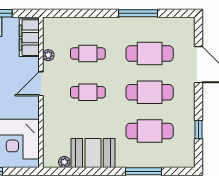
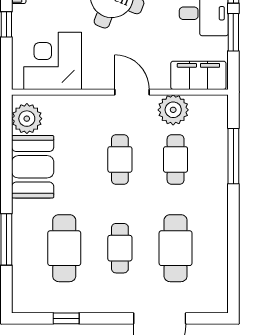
window: (138, 13) -> (233, 156), moved
plant: (48, 55) -> (173, 110), width x1.88, depth x1.88
cafe table: (150, 92) -> (120, 248), width x0.73, depth x0.74
plant: (64, 162) -> (27, 119), width x1.87, depth x1.87

